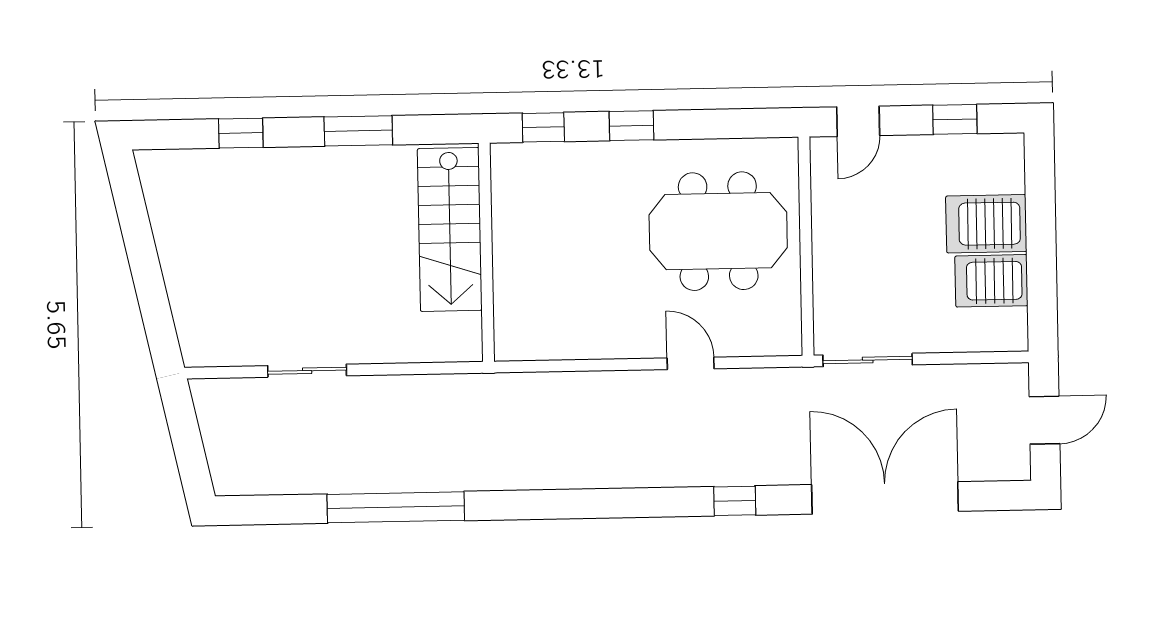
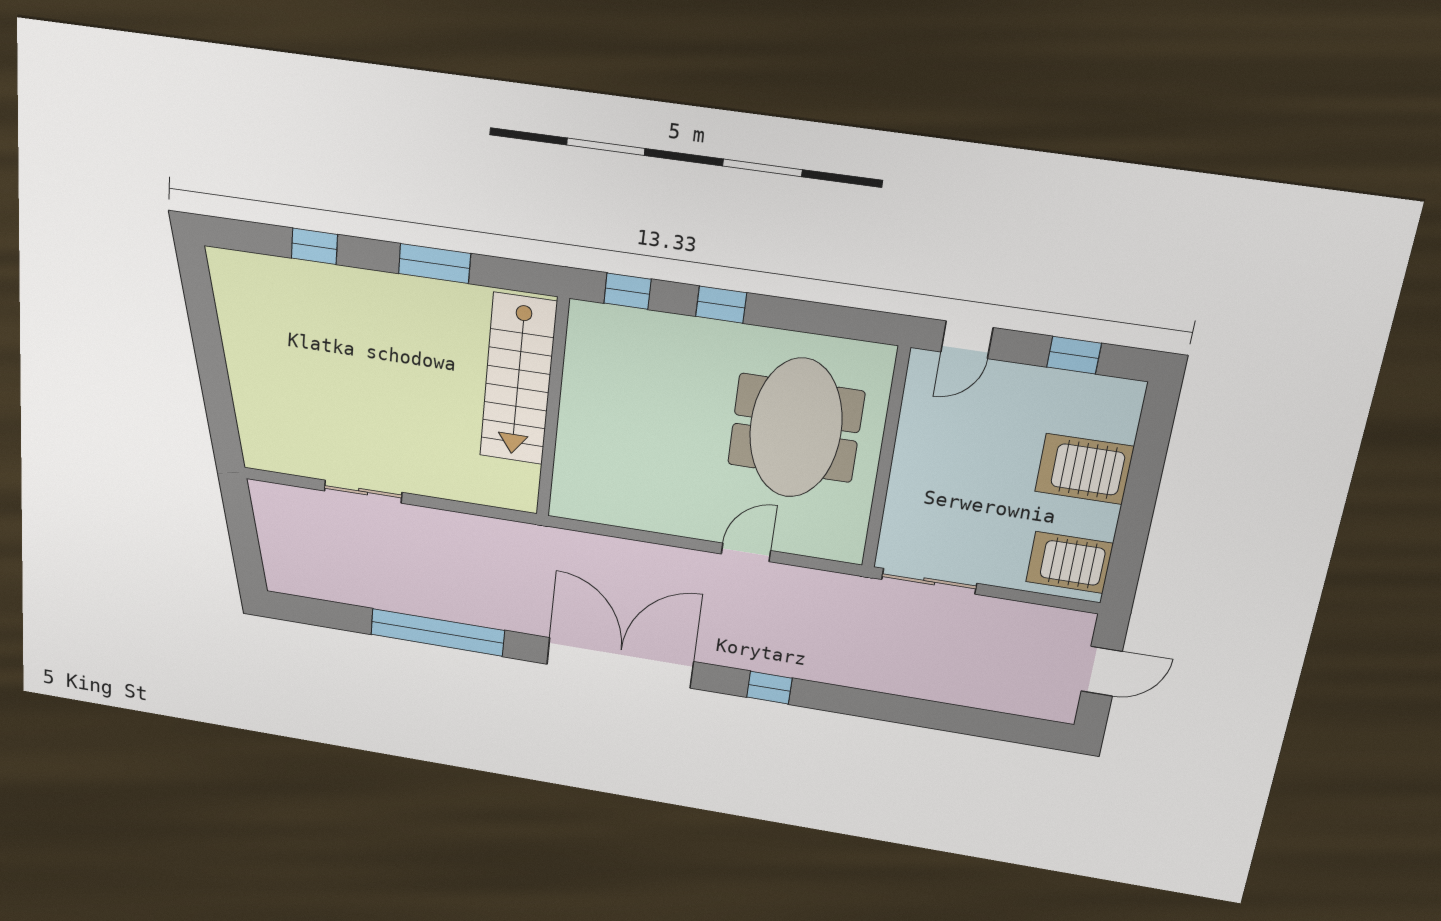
meeting table: (718, 231) -> (796, 428), turned 90
server rack: (991, 281) -> (1069, 562), moved
door: (691, 363) -> (746, 552), hinge flipped
double door: (885, 498) -> (620, 663), moved

